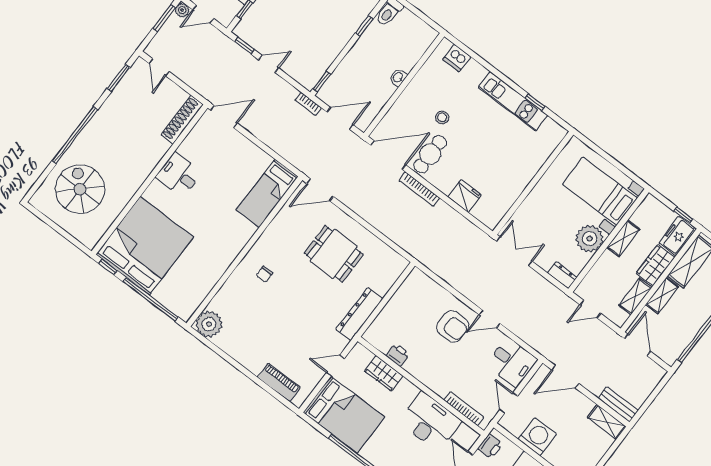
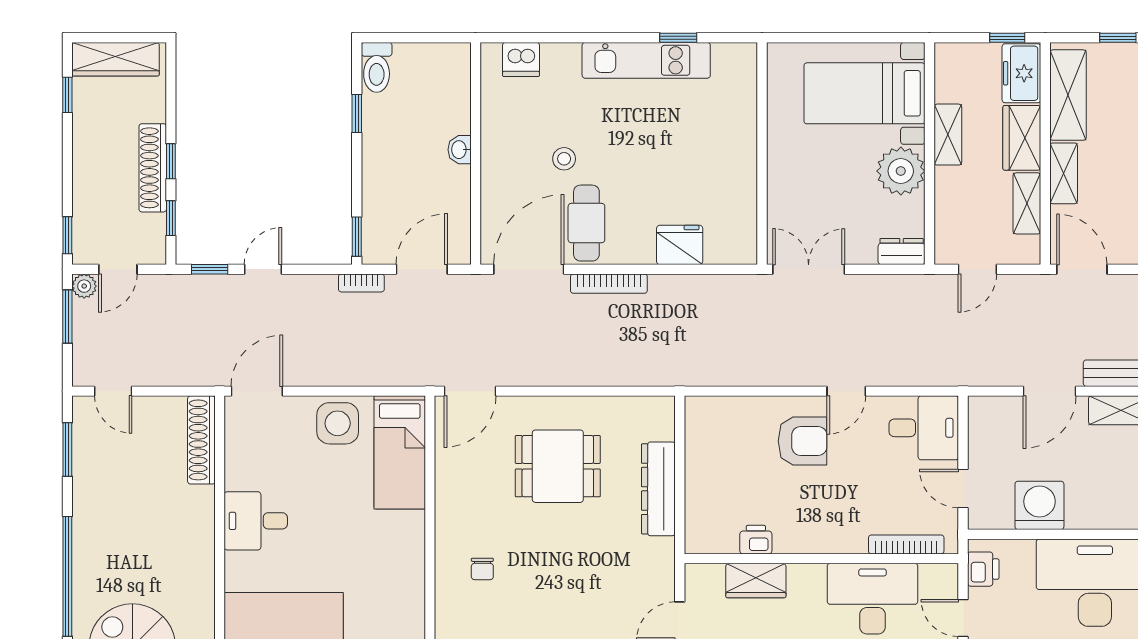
side table: (249, 159) -> (338, 423), added
dresser: (359, 314) -> (658, 489), moved
door: (565, 377) -> (1049, 391), moved

